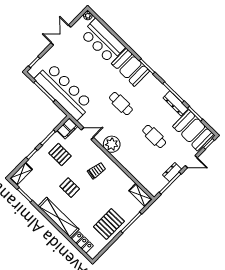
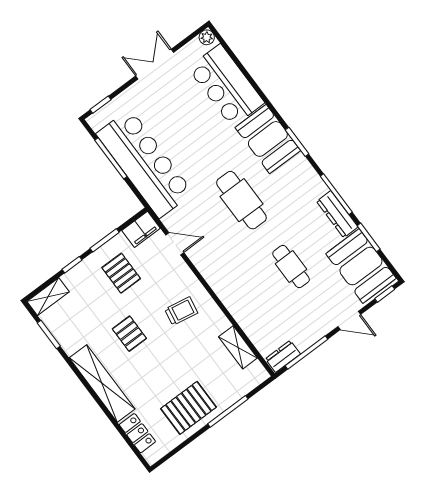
cafe table: (121, 104) -> (241, 200), width x1.37, depth x1.35
plant: (112, 144) -> (215, 269), removed
dresser: (172, 172) -> (283, 356), moved
shelving: (140, 195) -> (238, 347), moved

